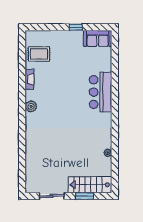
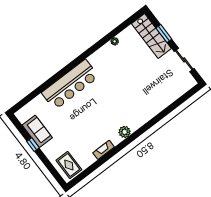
sofa: (98, 38) -> (37, 131), moved
rug: (39, 54) -> (69, 165), moved
bar counter: (101, 92) -> (70, 85), width x1.36

